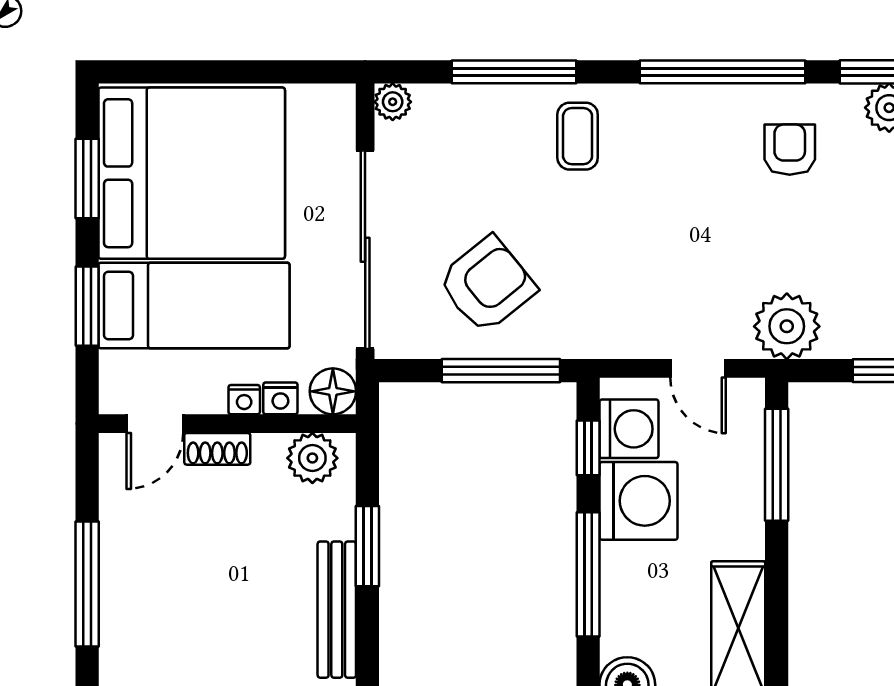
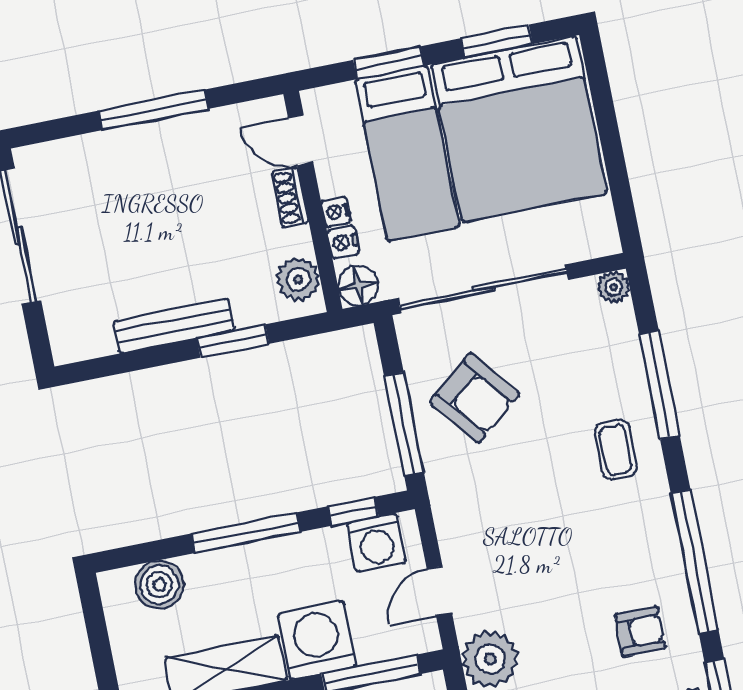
coffee table: (578, 136) -> (616, 450), turned 90
washing machine: (638, 501) -> (317, 640), moved, turned 180

